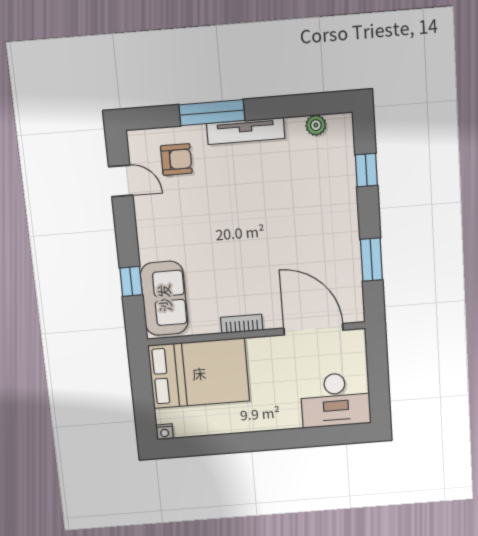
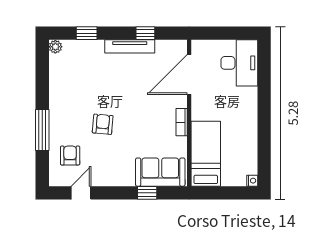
plant: (316, 125) -> (55, 47), moved
tv unit: (246, 131) -> (130, 46), moved, turned 90
armchair: (229, 206) -> (103, 124), added
window: (371, 260) -> (145, 33), width x0.67
bed: (199, 373) -> (206, 154), width x0.67

